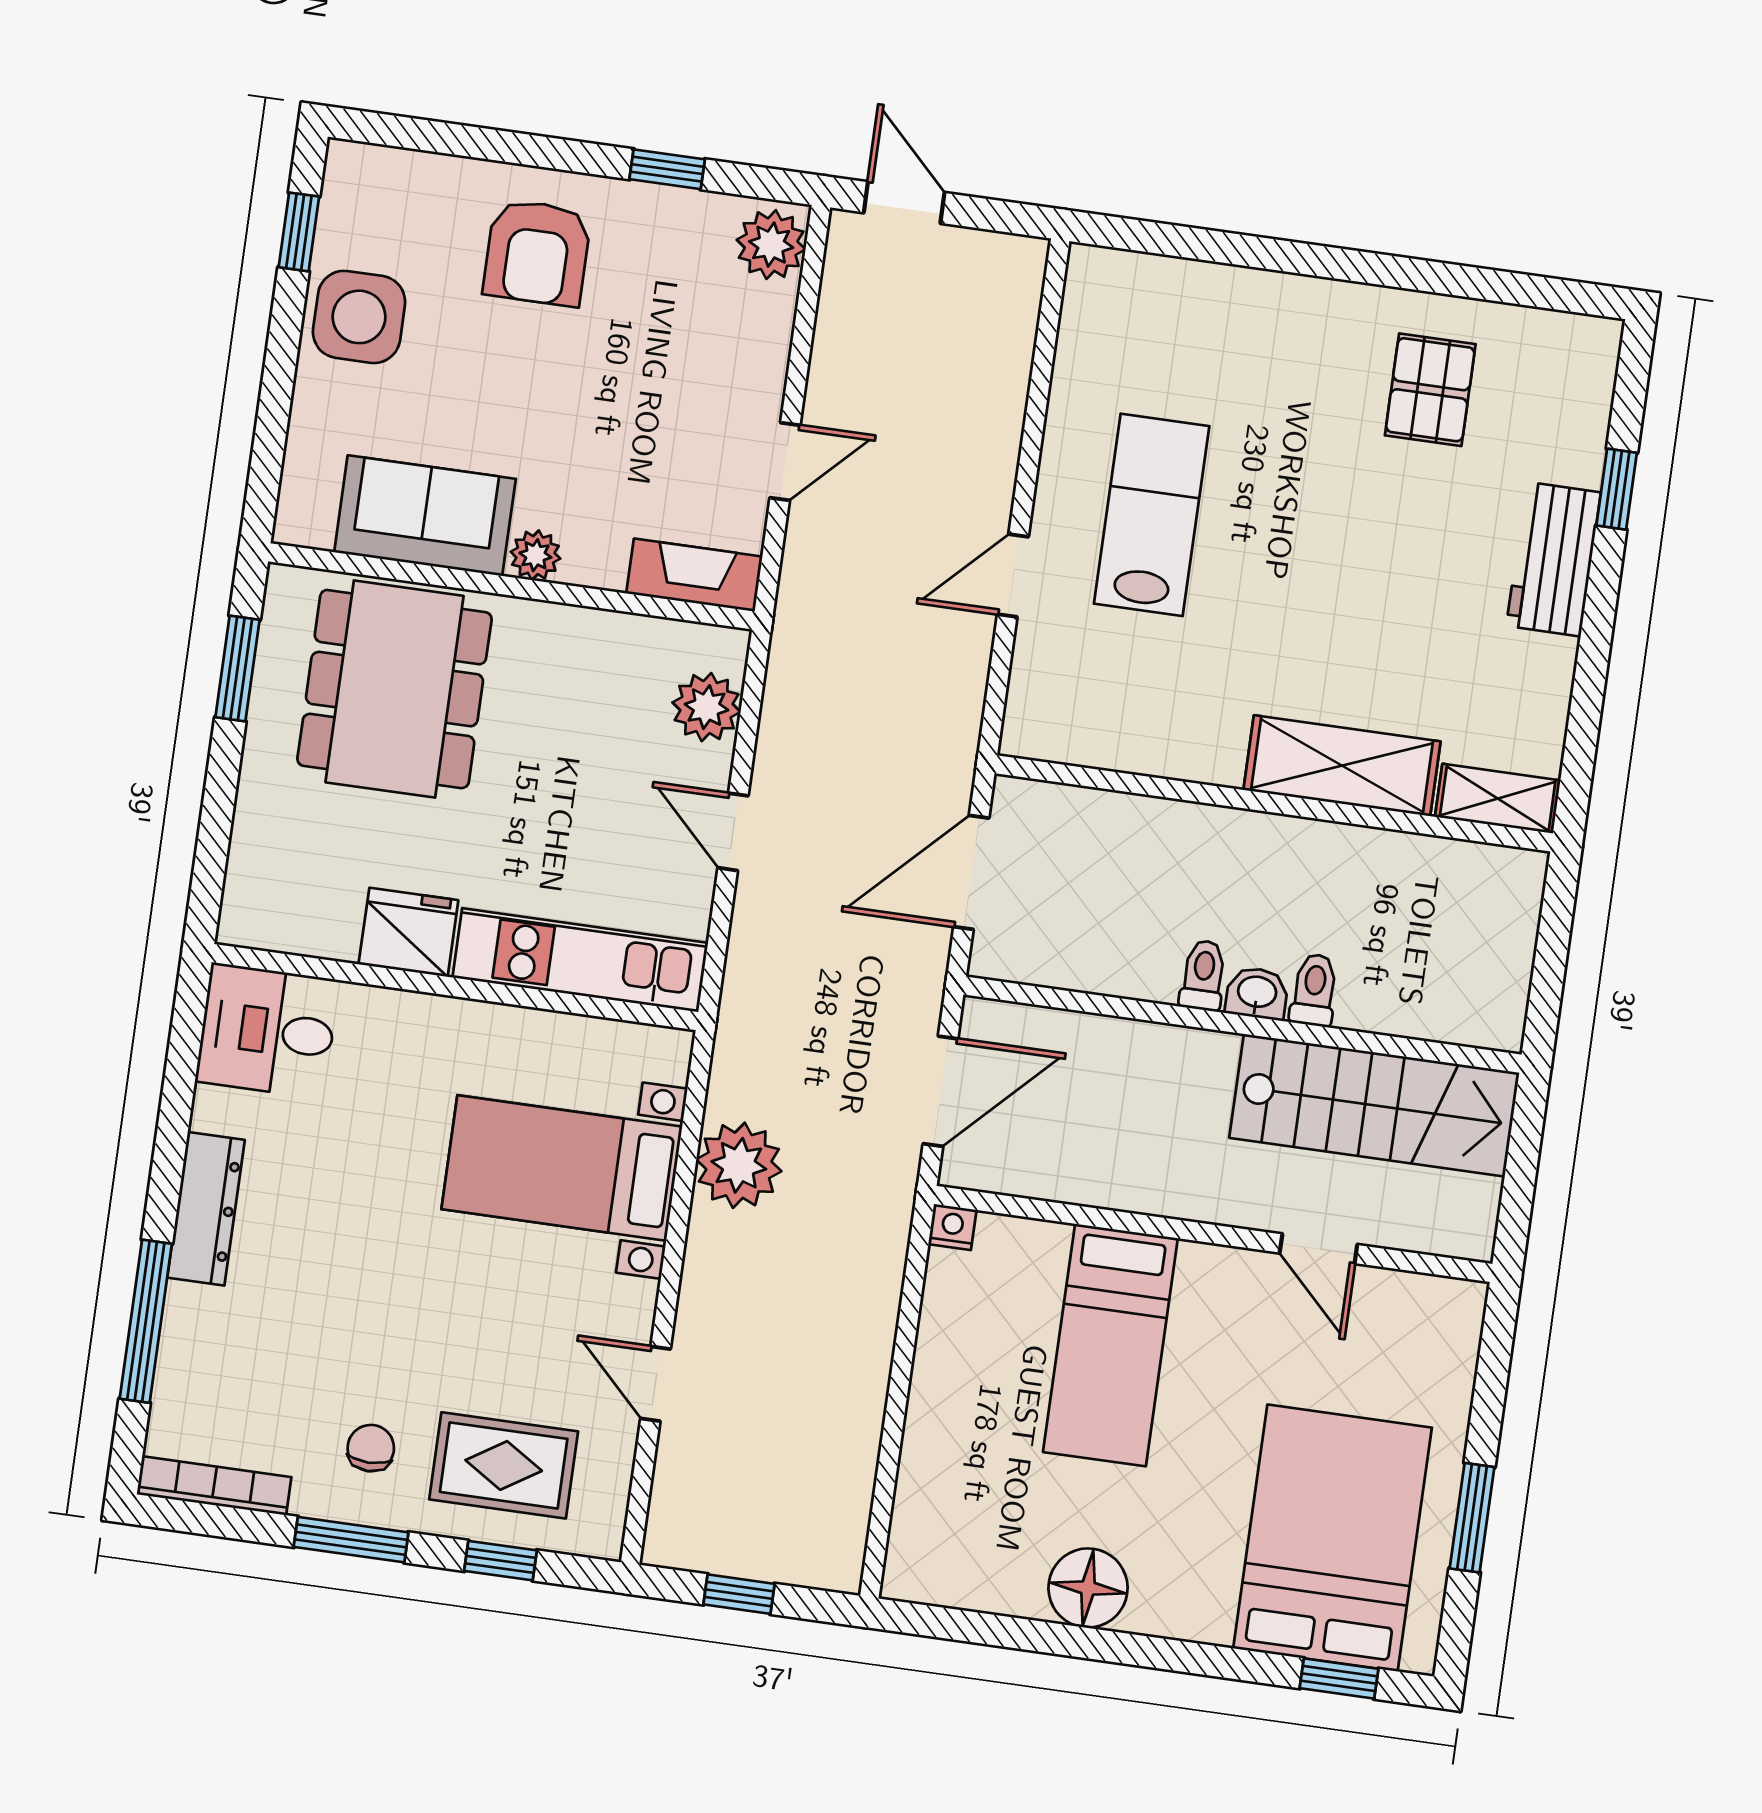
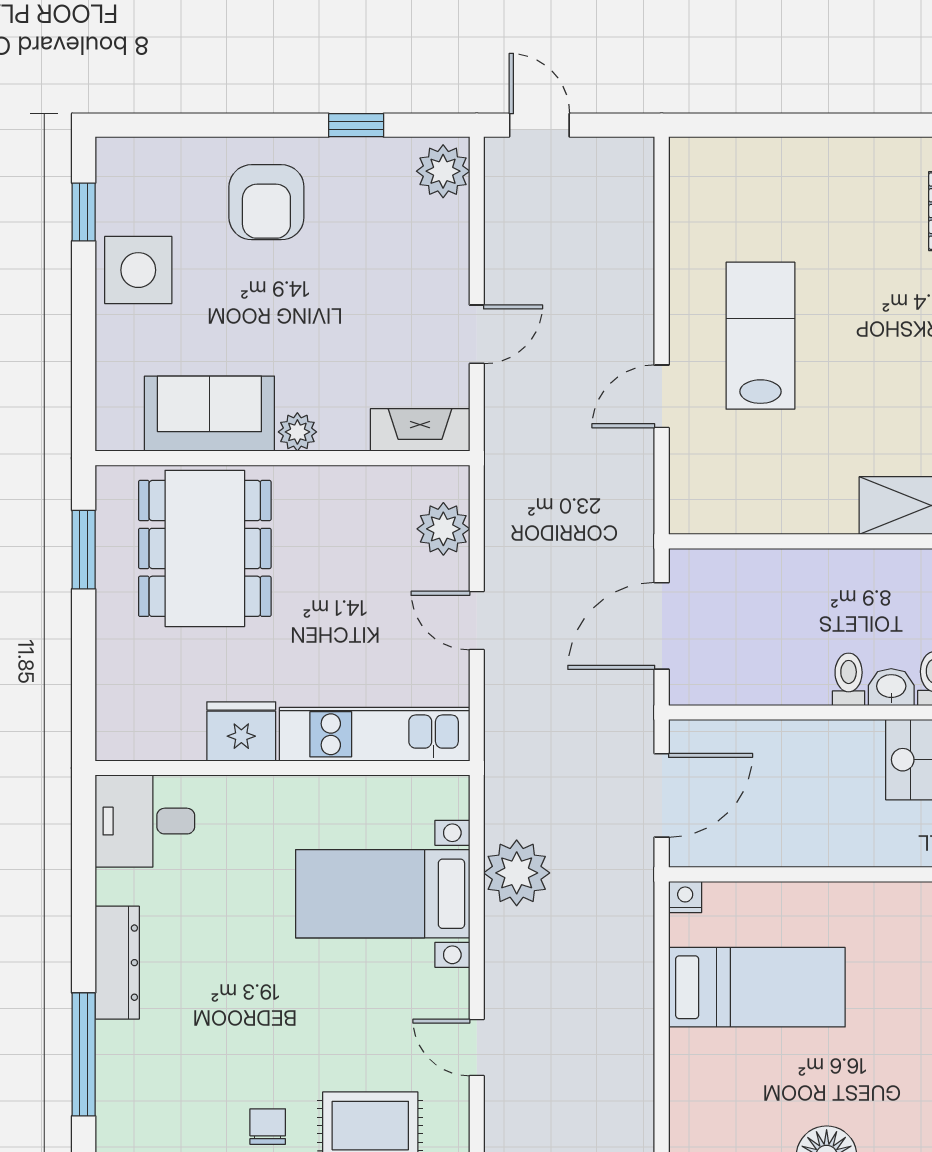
bed: (1110, 1345) -> (757, 987), moved, turned -90

